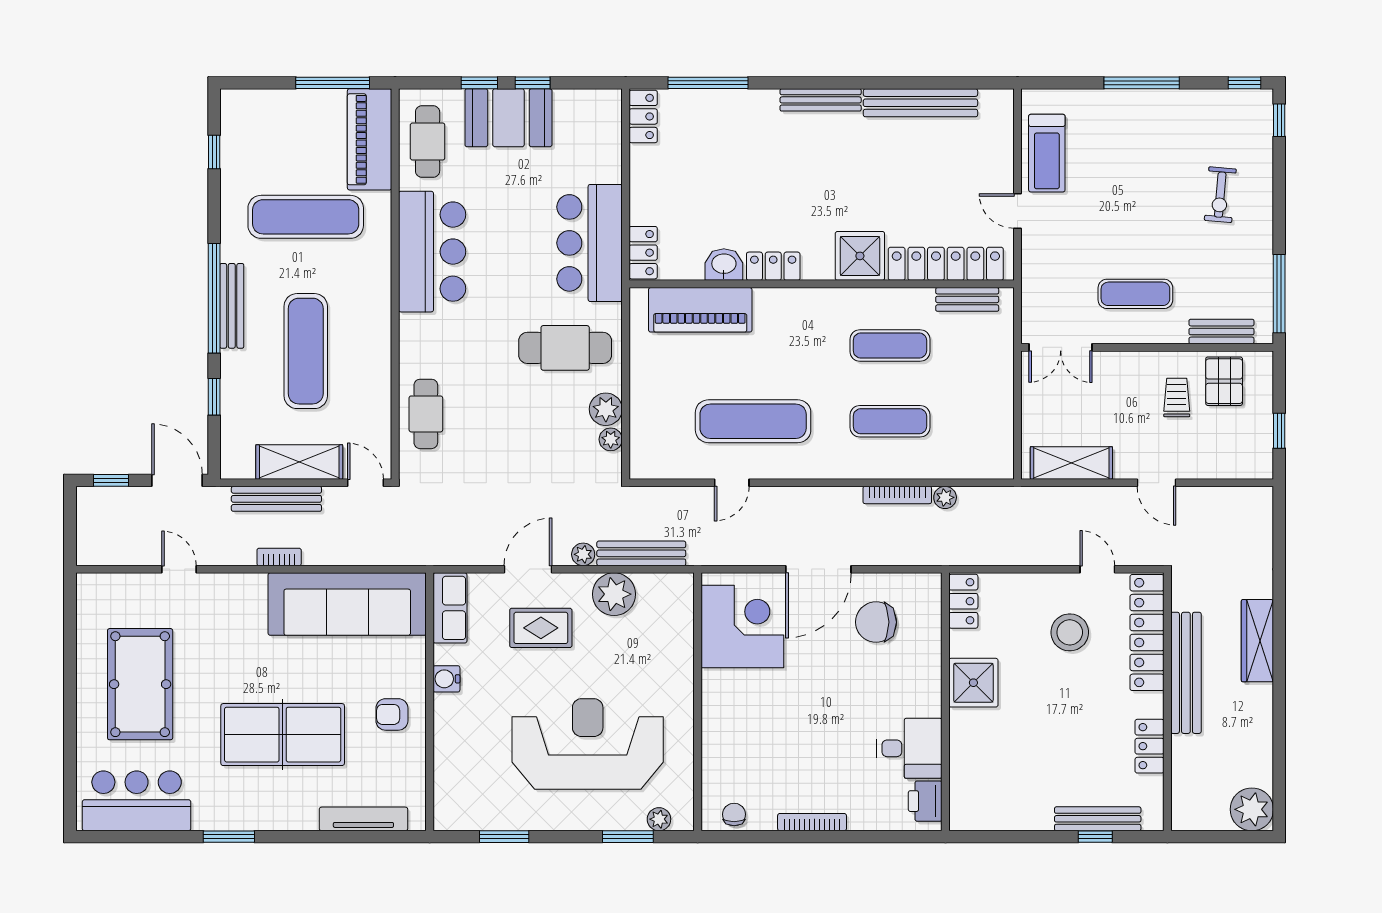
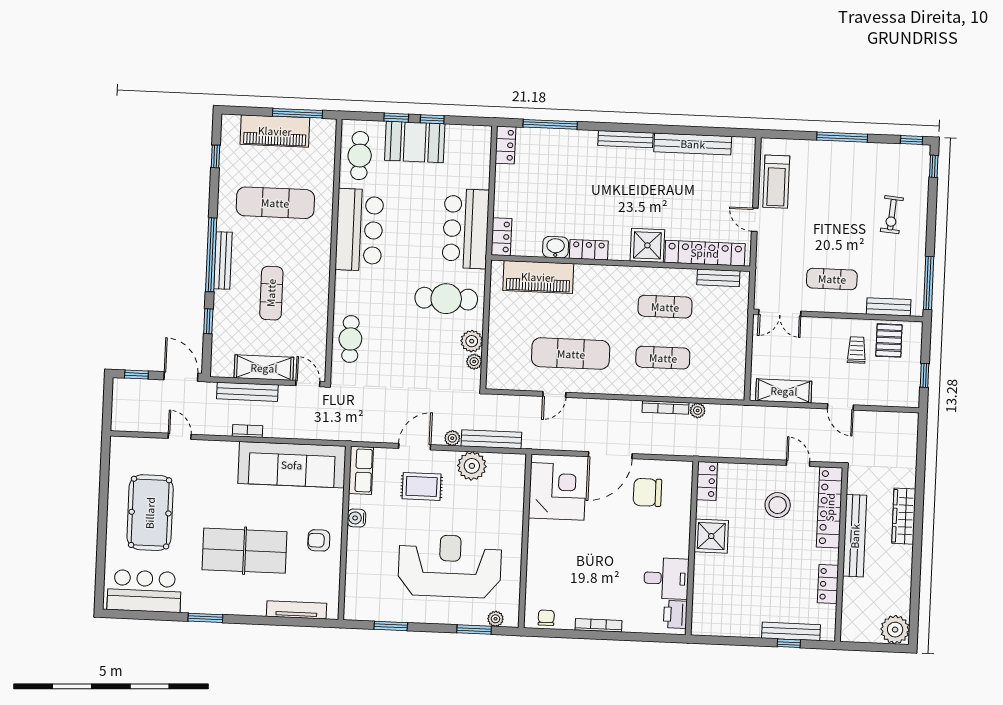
piano: (370, 139) -> (275, 131), moved, turned -90
exercise mat: (306, 351) -> (271, 293), width x0.73, depth x0.69

